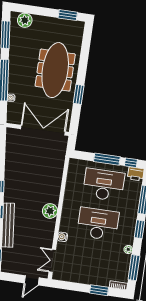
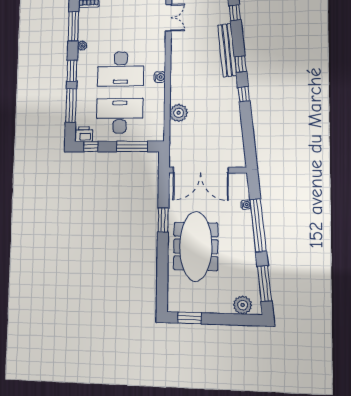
window: (107, 159) -> (132, 146), moved
desk: (104, 185) -> (120, 116), turned 180
plant: (50, 211) -> (179, 113), moved
water cooler: (62, 237) -> (160, 77), moved

